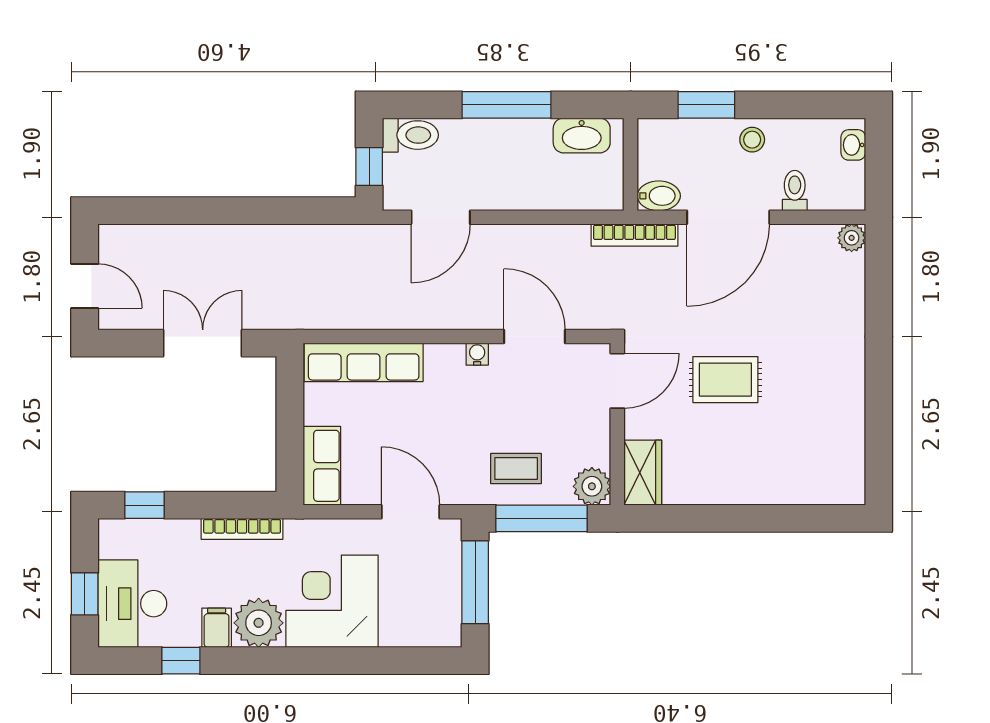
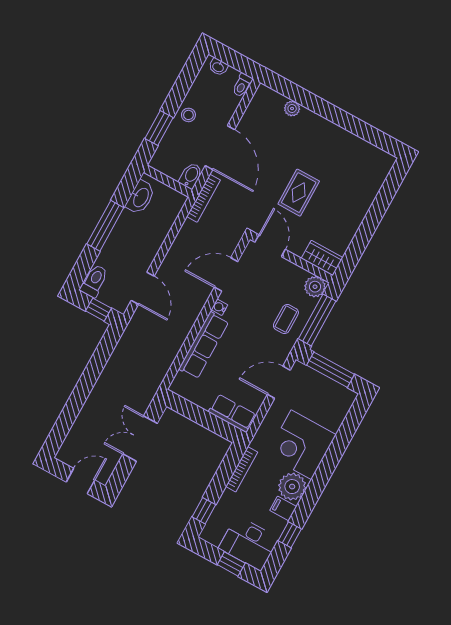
toilet: (795, 191) -> (242, 85), moved, turned -90
plant: (852, 238) -> (292, 108), moved
row of seats: (364, 362) -> (204, 345), moved

